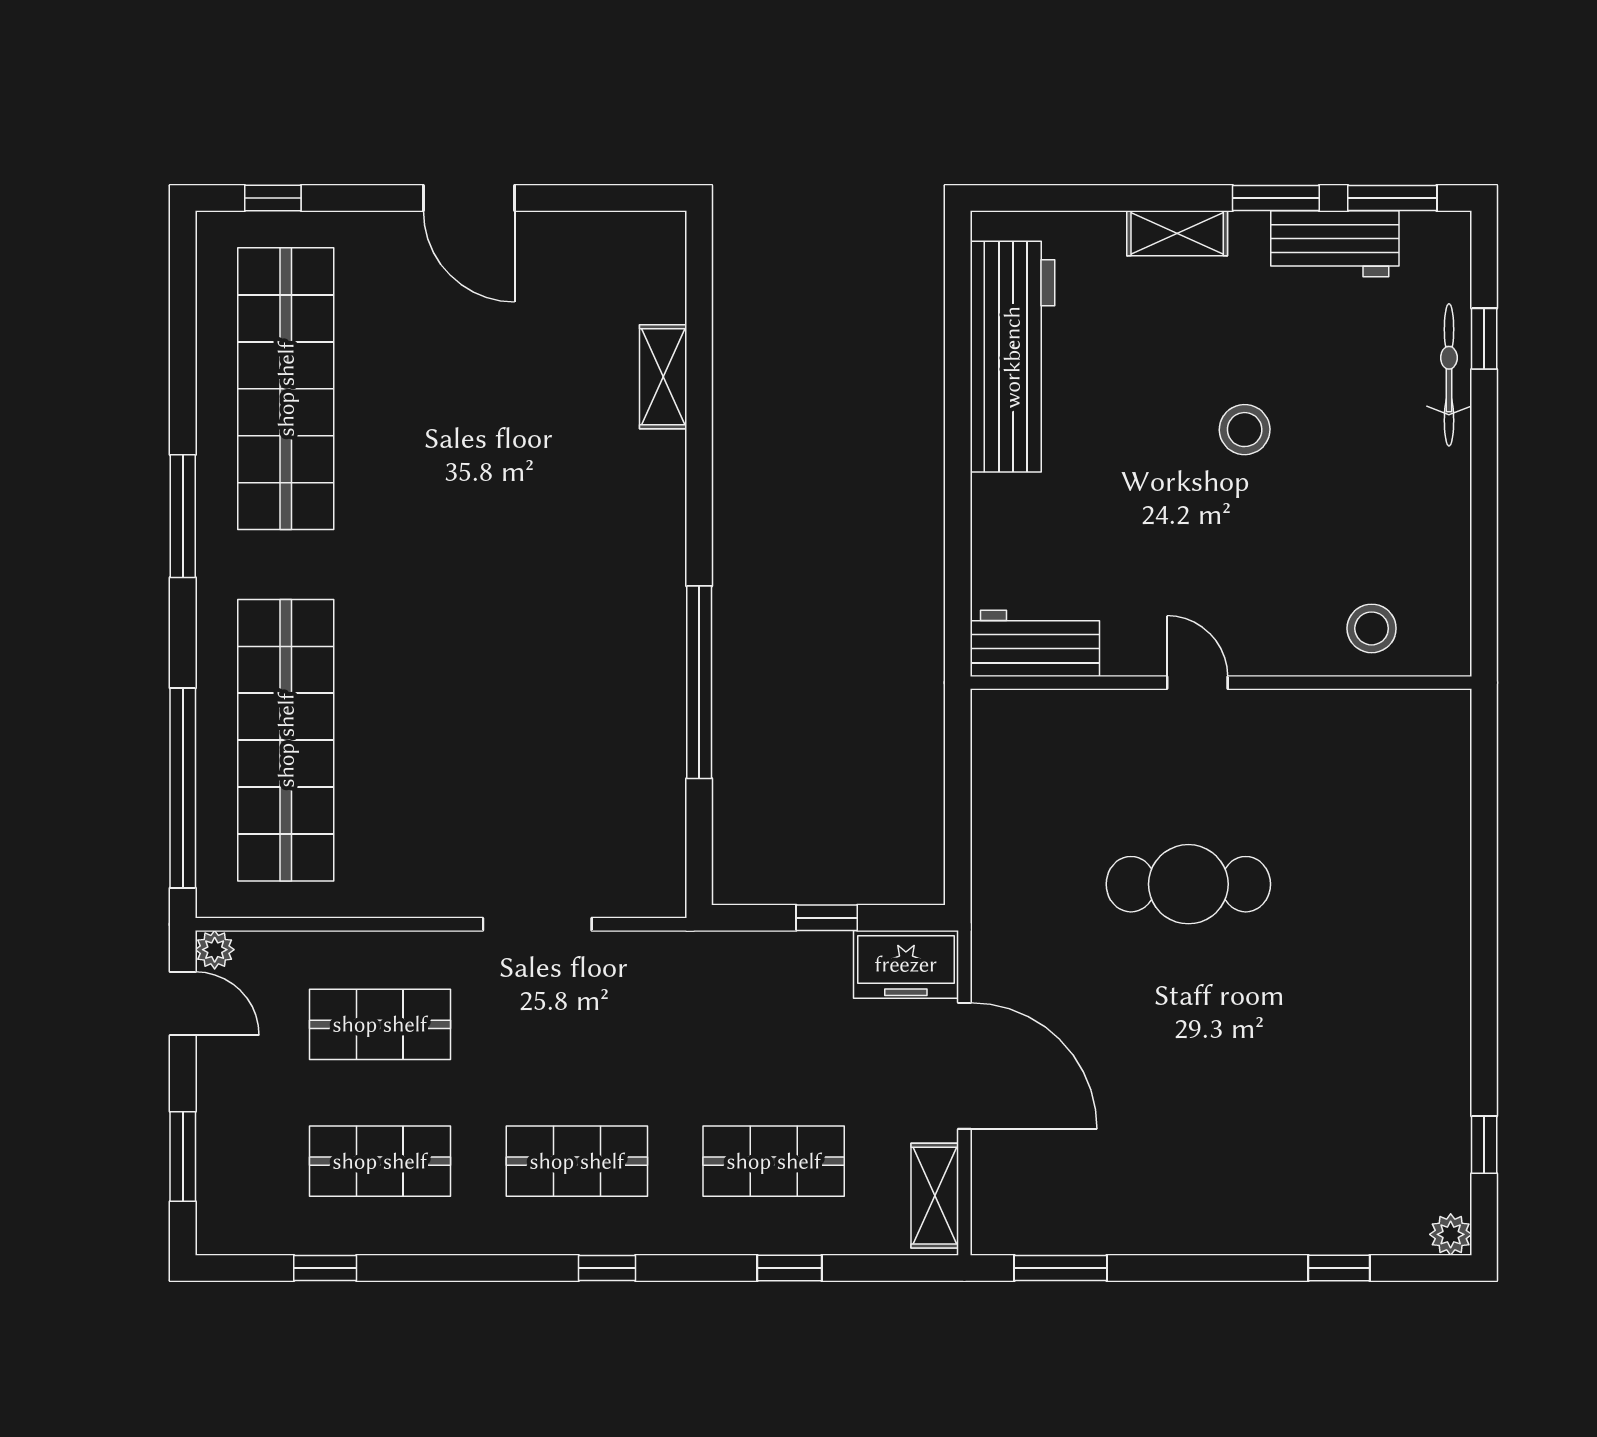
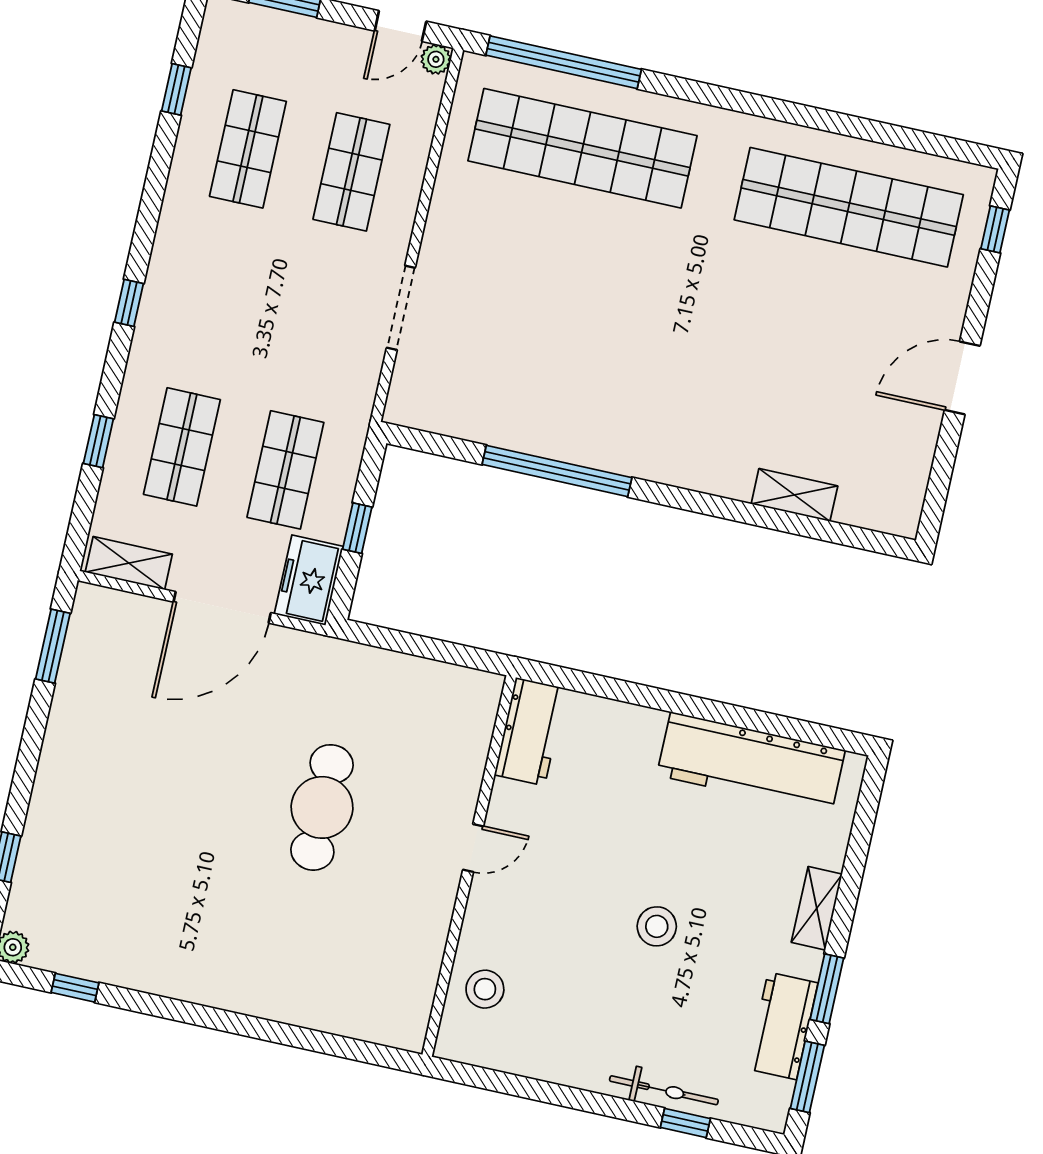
window: (183, 516) -> (769, 108), removed
shop shelf: (577, 1161) -> (285, 470), moved

